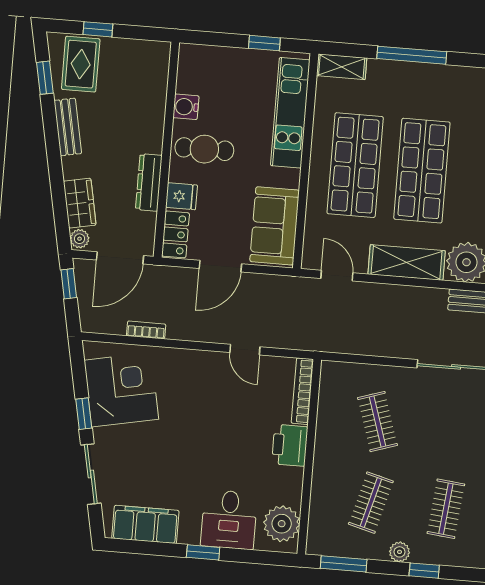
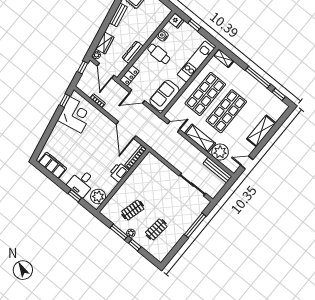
window: (264, 43) -> (194, 25), moved
window: (412, 55) -> (258, 77), moved
fridge: (181, 196) -> (176, 21), moved
door: (120, 258) -> (106, 71), hinge flipped
door: (337, 276) -> (174, 127), hinge flipped
door: (245, 350) -> (126, 130), width x1.88
window: (84, 414) -> (65, 101), moved
clothes rail: (378, 422) -> (154, 185), removed
sliding door: (91, 474) -> (46, 136), removed
window: (203, 552) -> (75, 196), moved
window: (344, 564) -> (119, 232), moved

